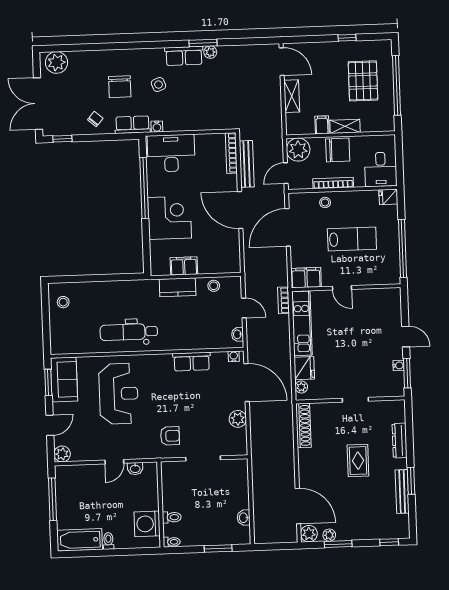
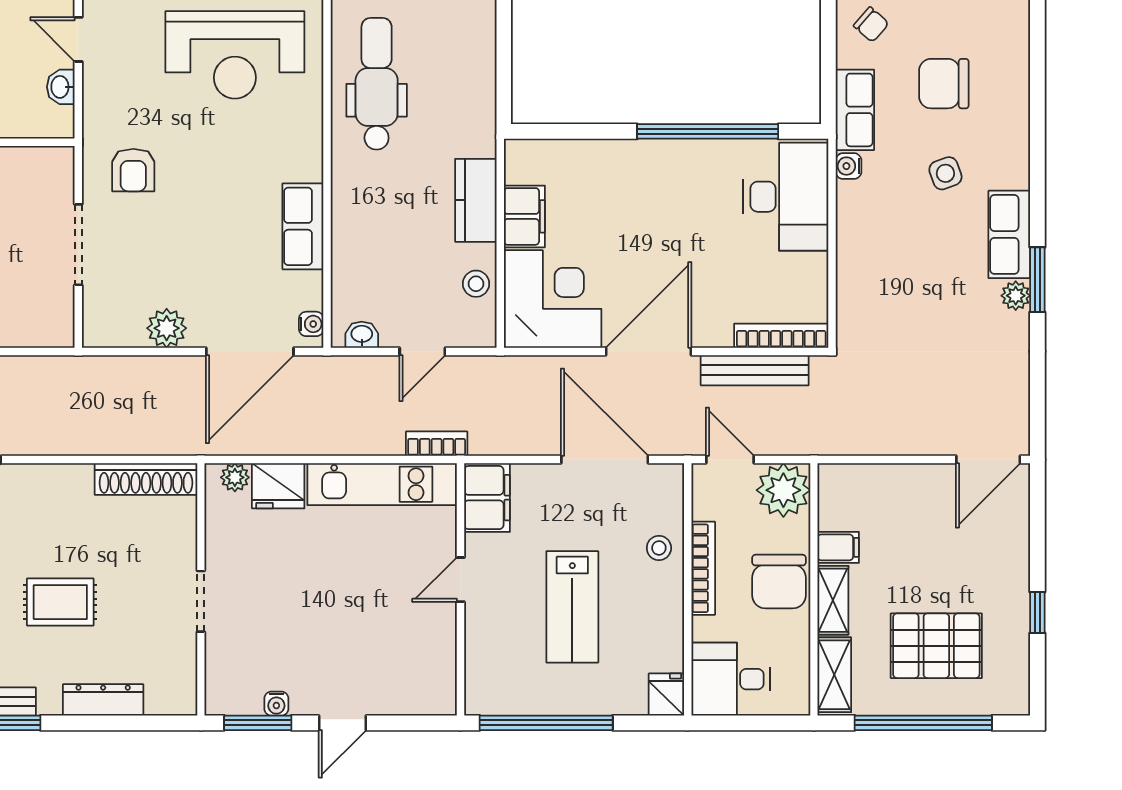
shelving: (292, 96) -> (834, 675), moved, turned 90
corner desk: (170, 218) -> (553, 299), moved, turned -90

